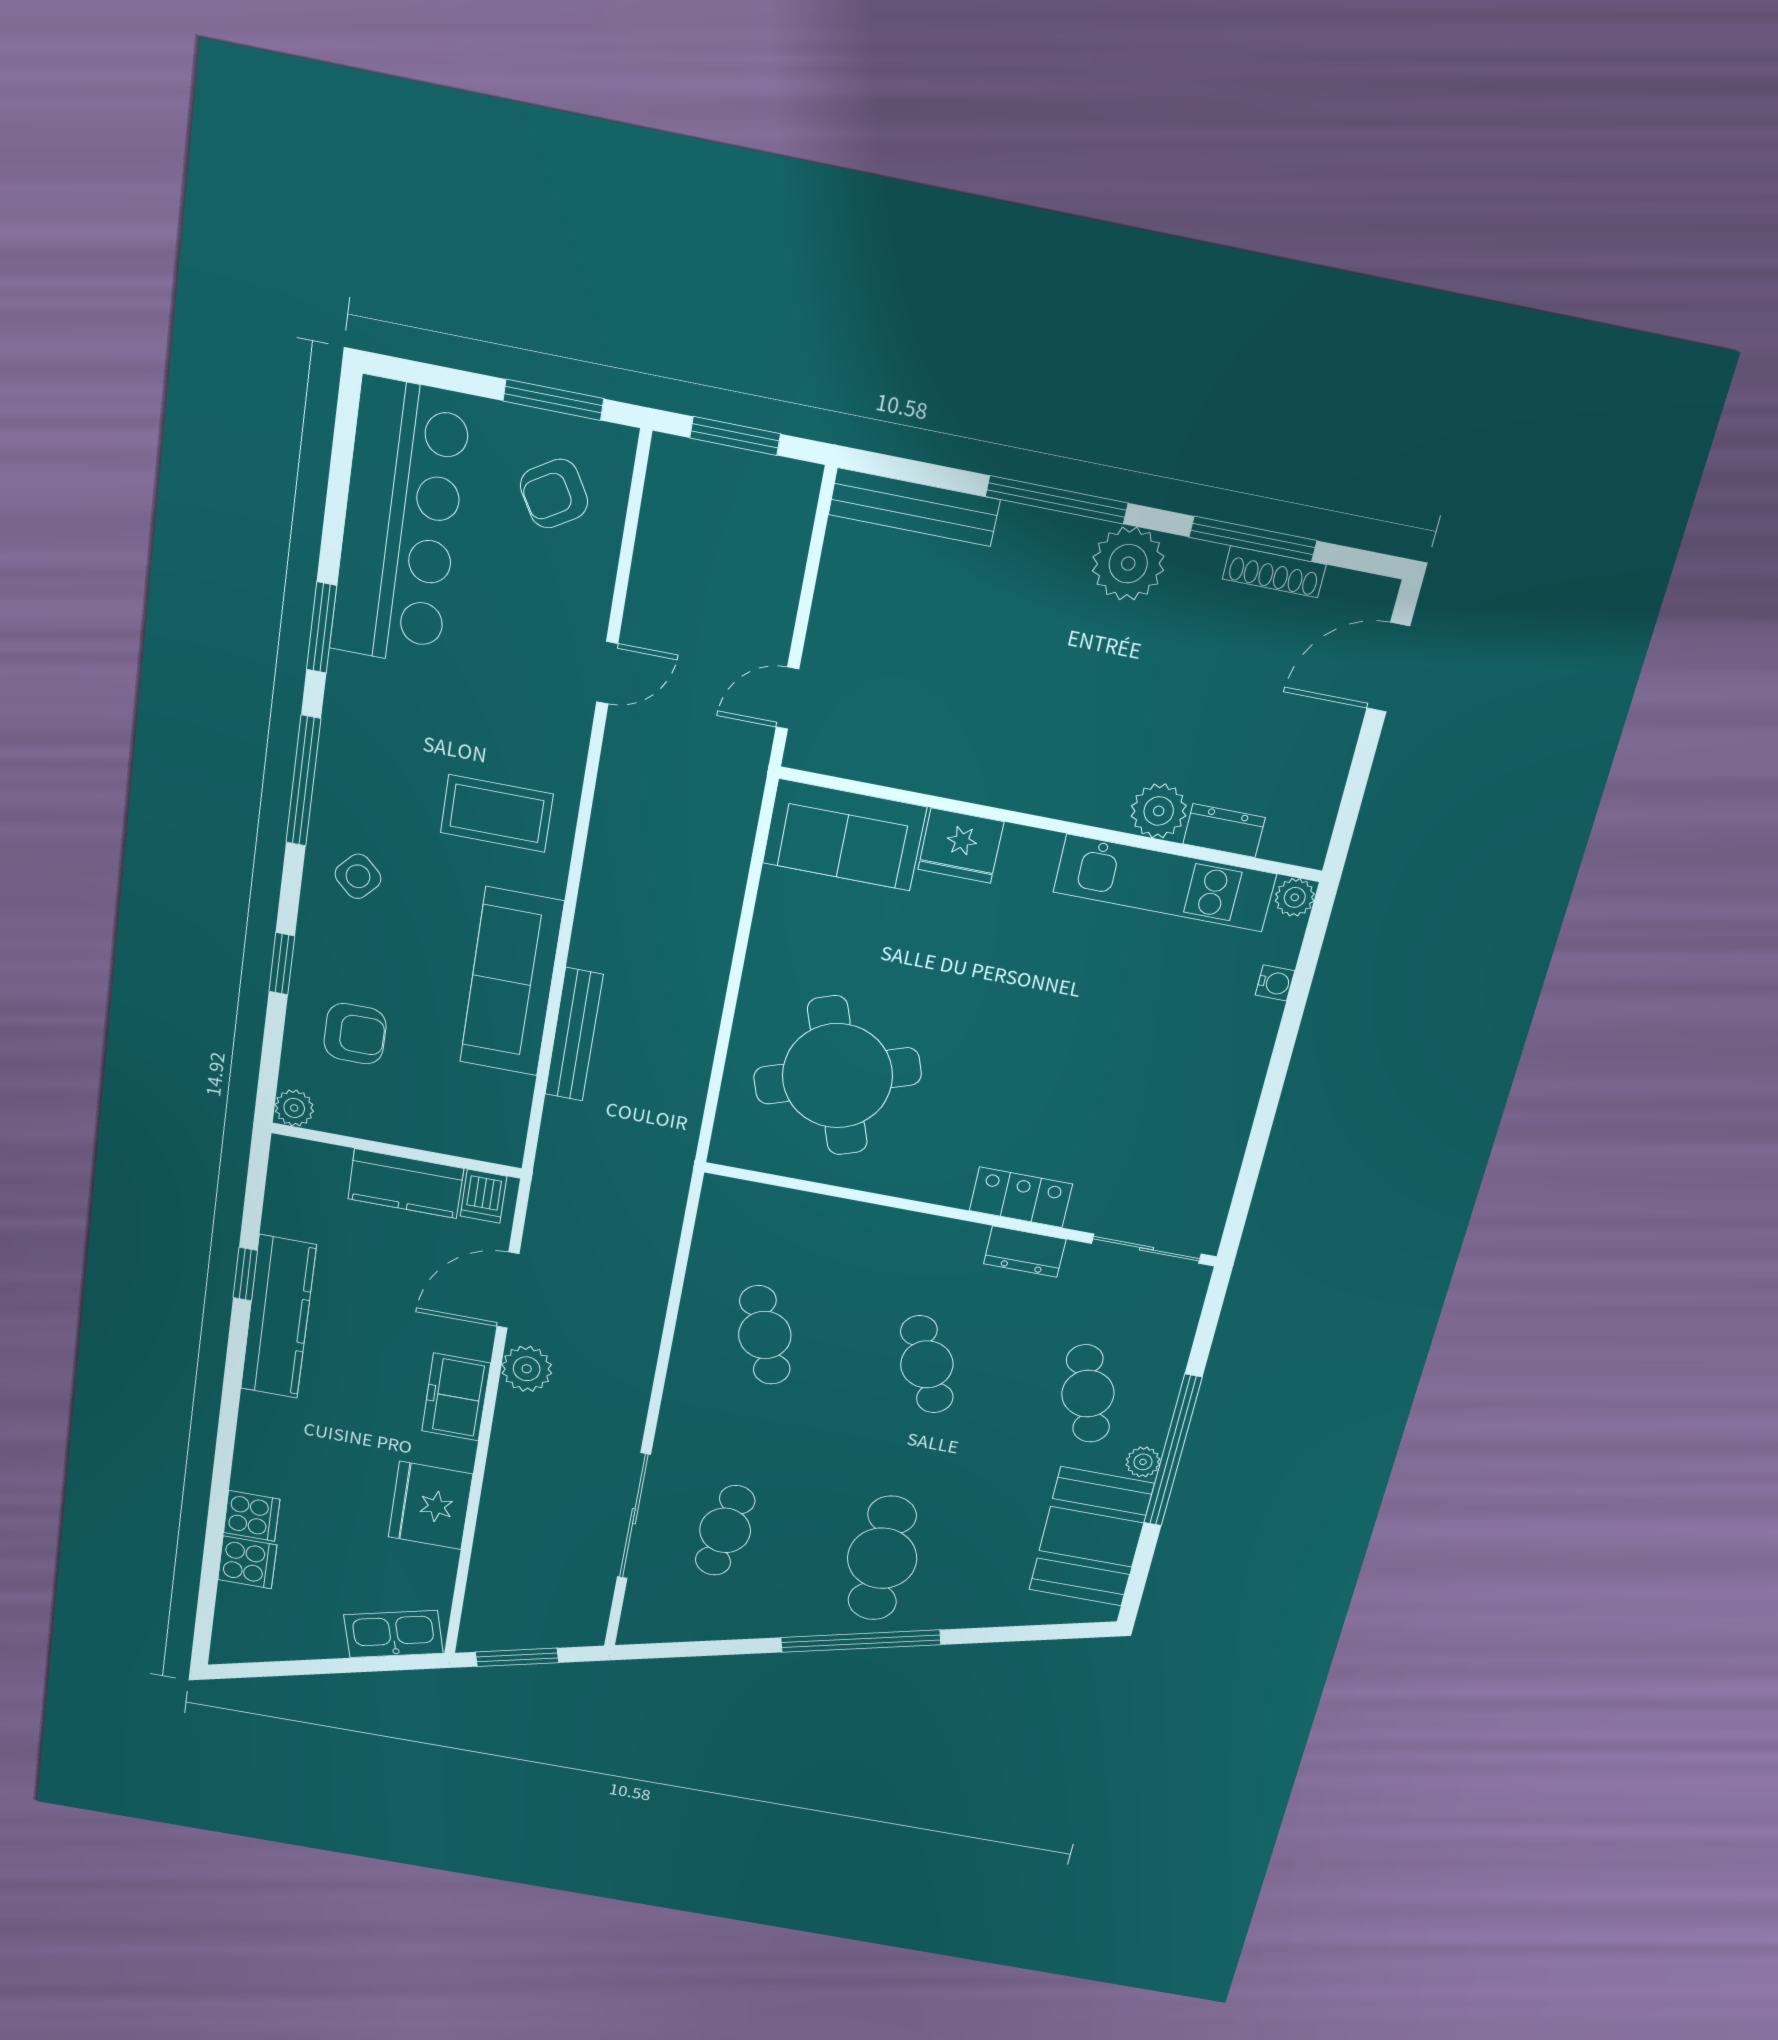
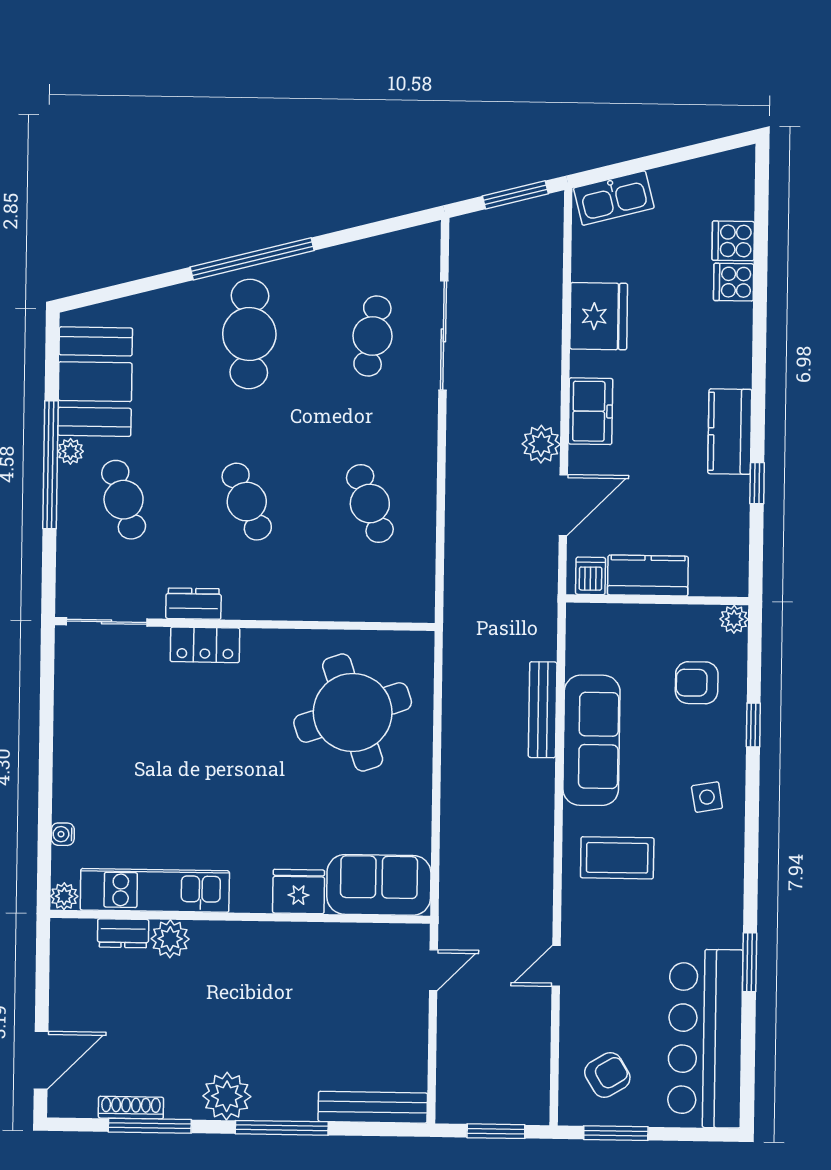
window: (303, 781) -> (751, 857), removed
side table: (358, 876) -> (707, 797), turned 37
kitchen counter: (278, 1317) -> (730, 432), width x0.67

